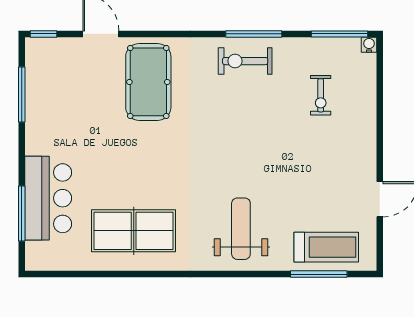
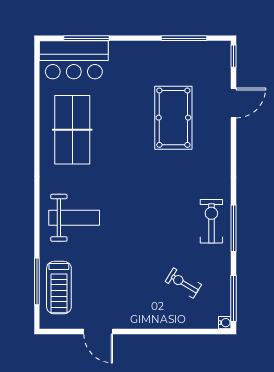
pool table: (148, 82) -> (173, 118), moved, turned 90
exercise bike: (321, 95) -> (183, 283), turned 31
bar counter: (48, 198) -> (74, 60), moved

